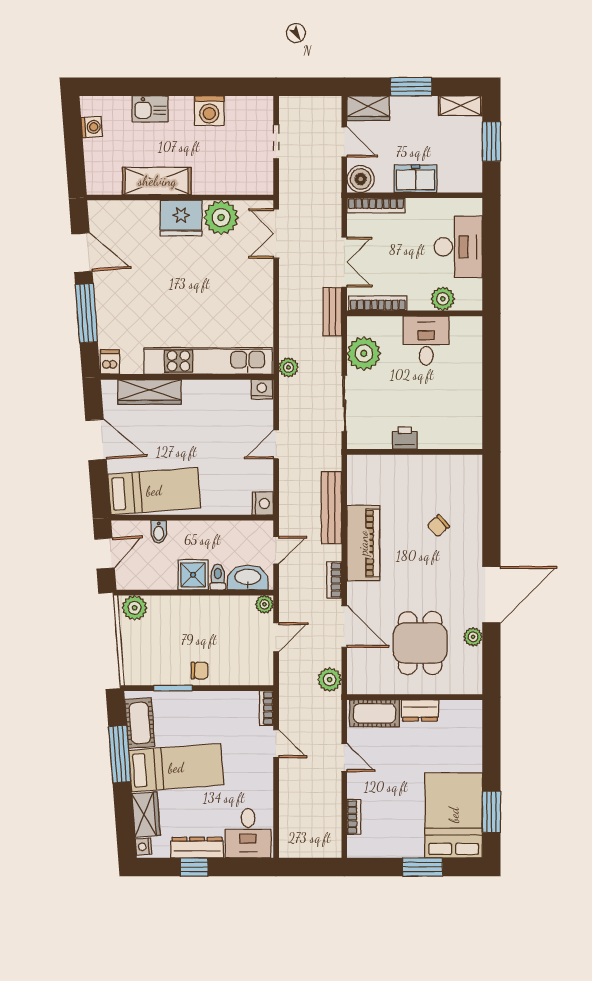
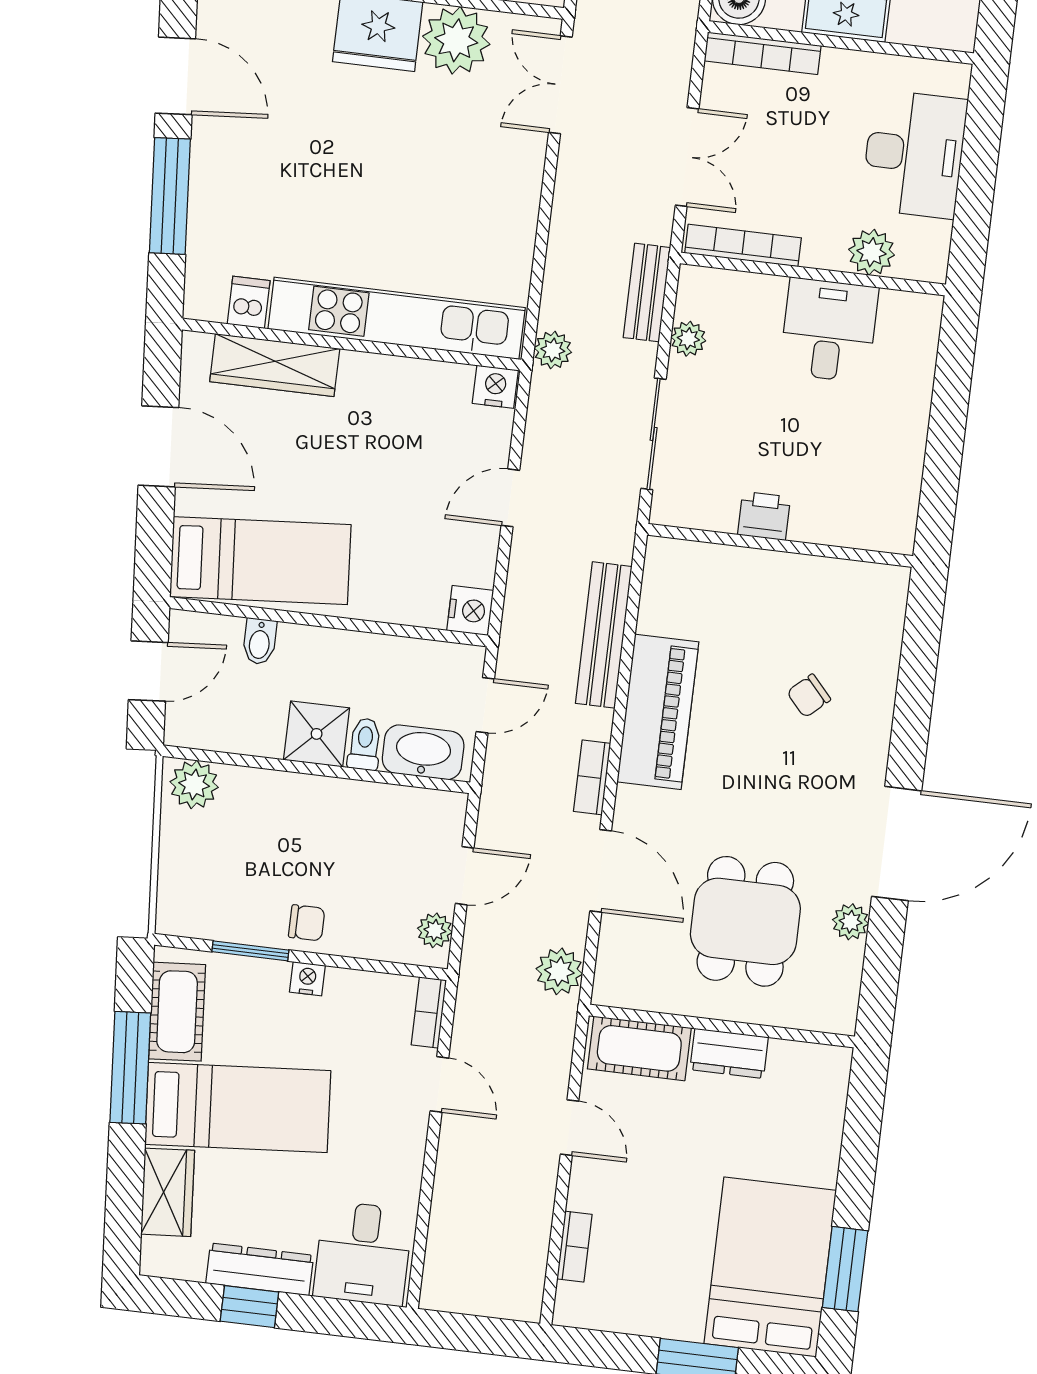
bench: (332, 312) -> (647, 293), moved
plant: (364, 353) -> (688, 339), width x0.53, depth x0.53
dishwasher: (110, 362) -> (249, 302), moved
plant: (264, 604) -> (435, 930), moved
nightstand: (144, 847) -> (307, 979), moved, turned 94

